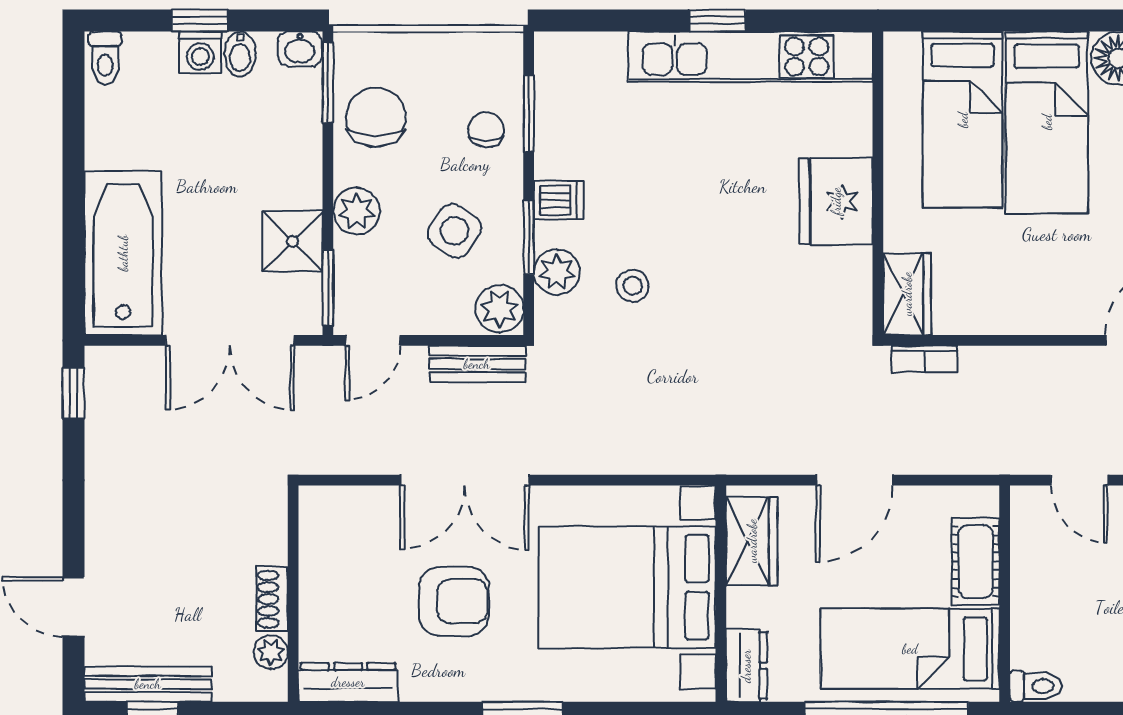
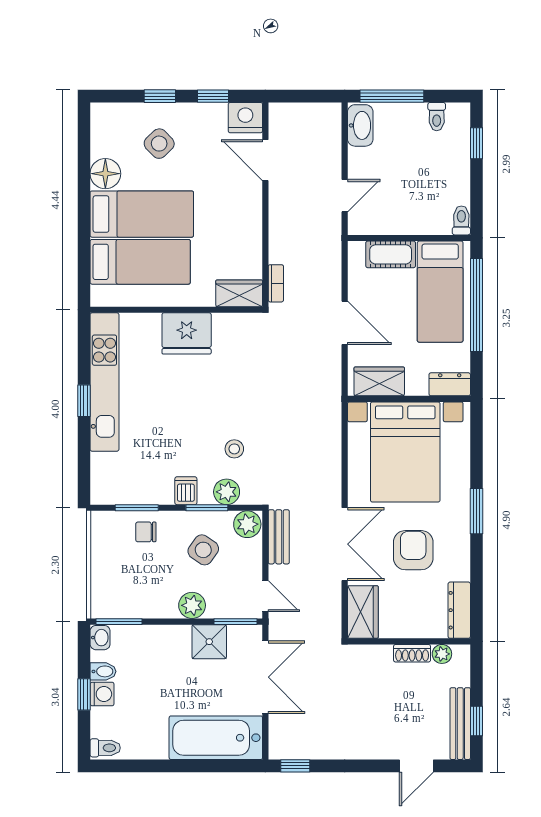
chair: (376, 117) -> (139, 595), removed
wardrobe: (345, 512) -> (363, 612), added

